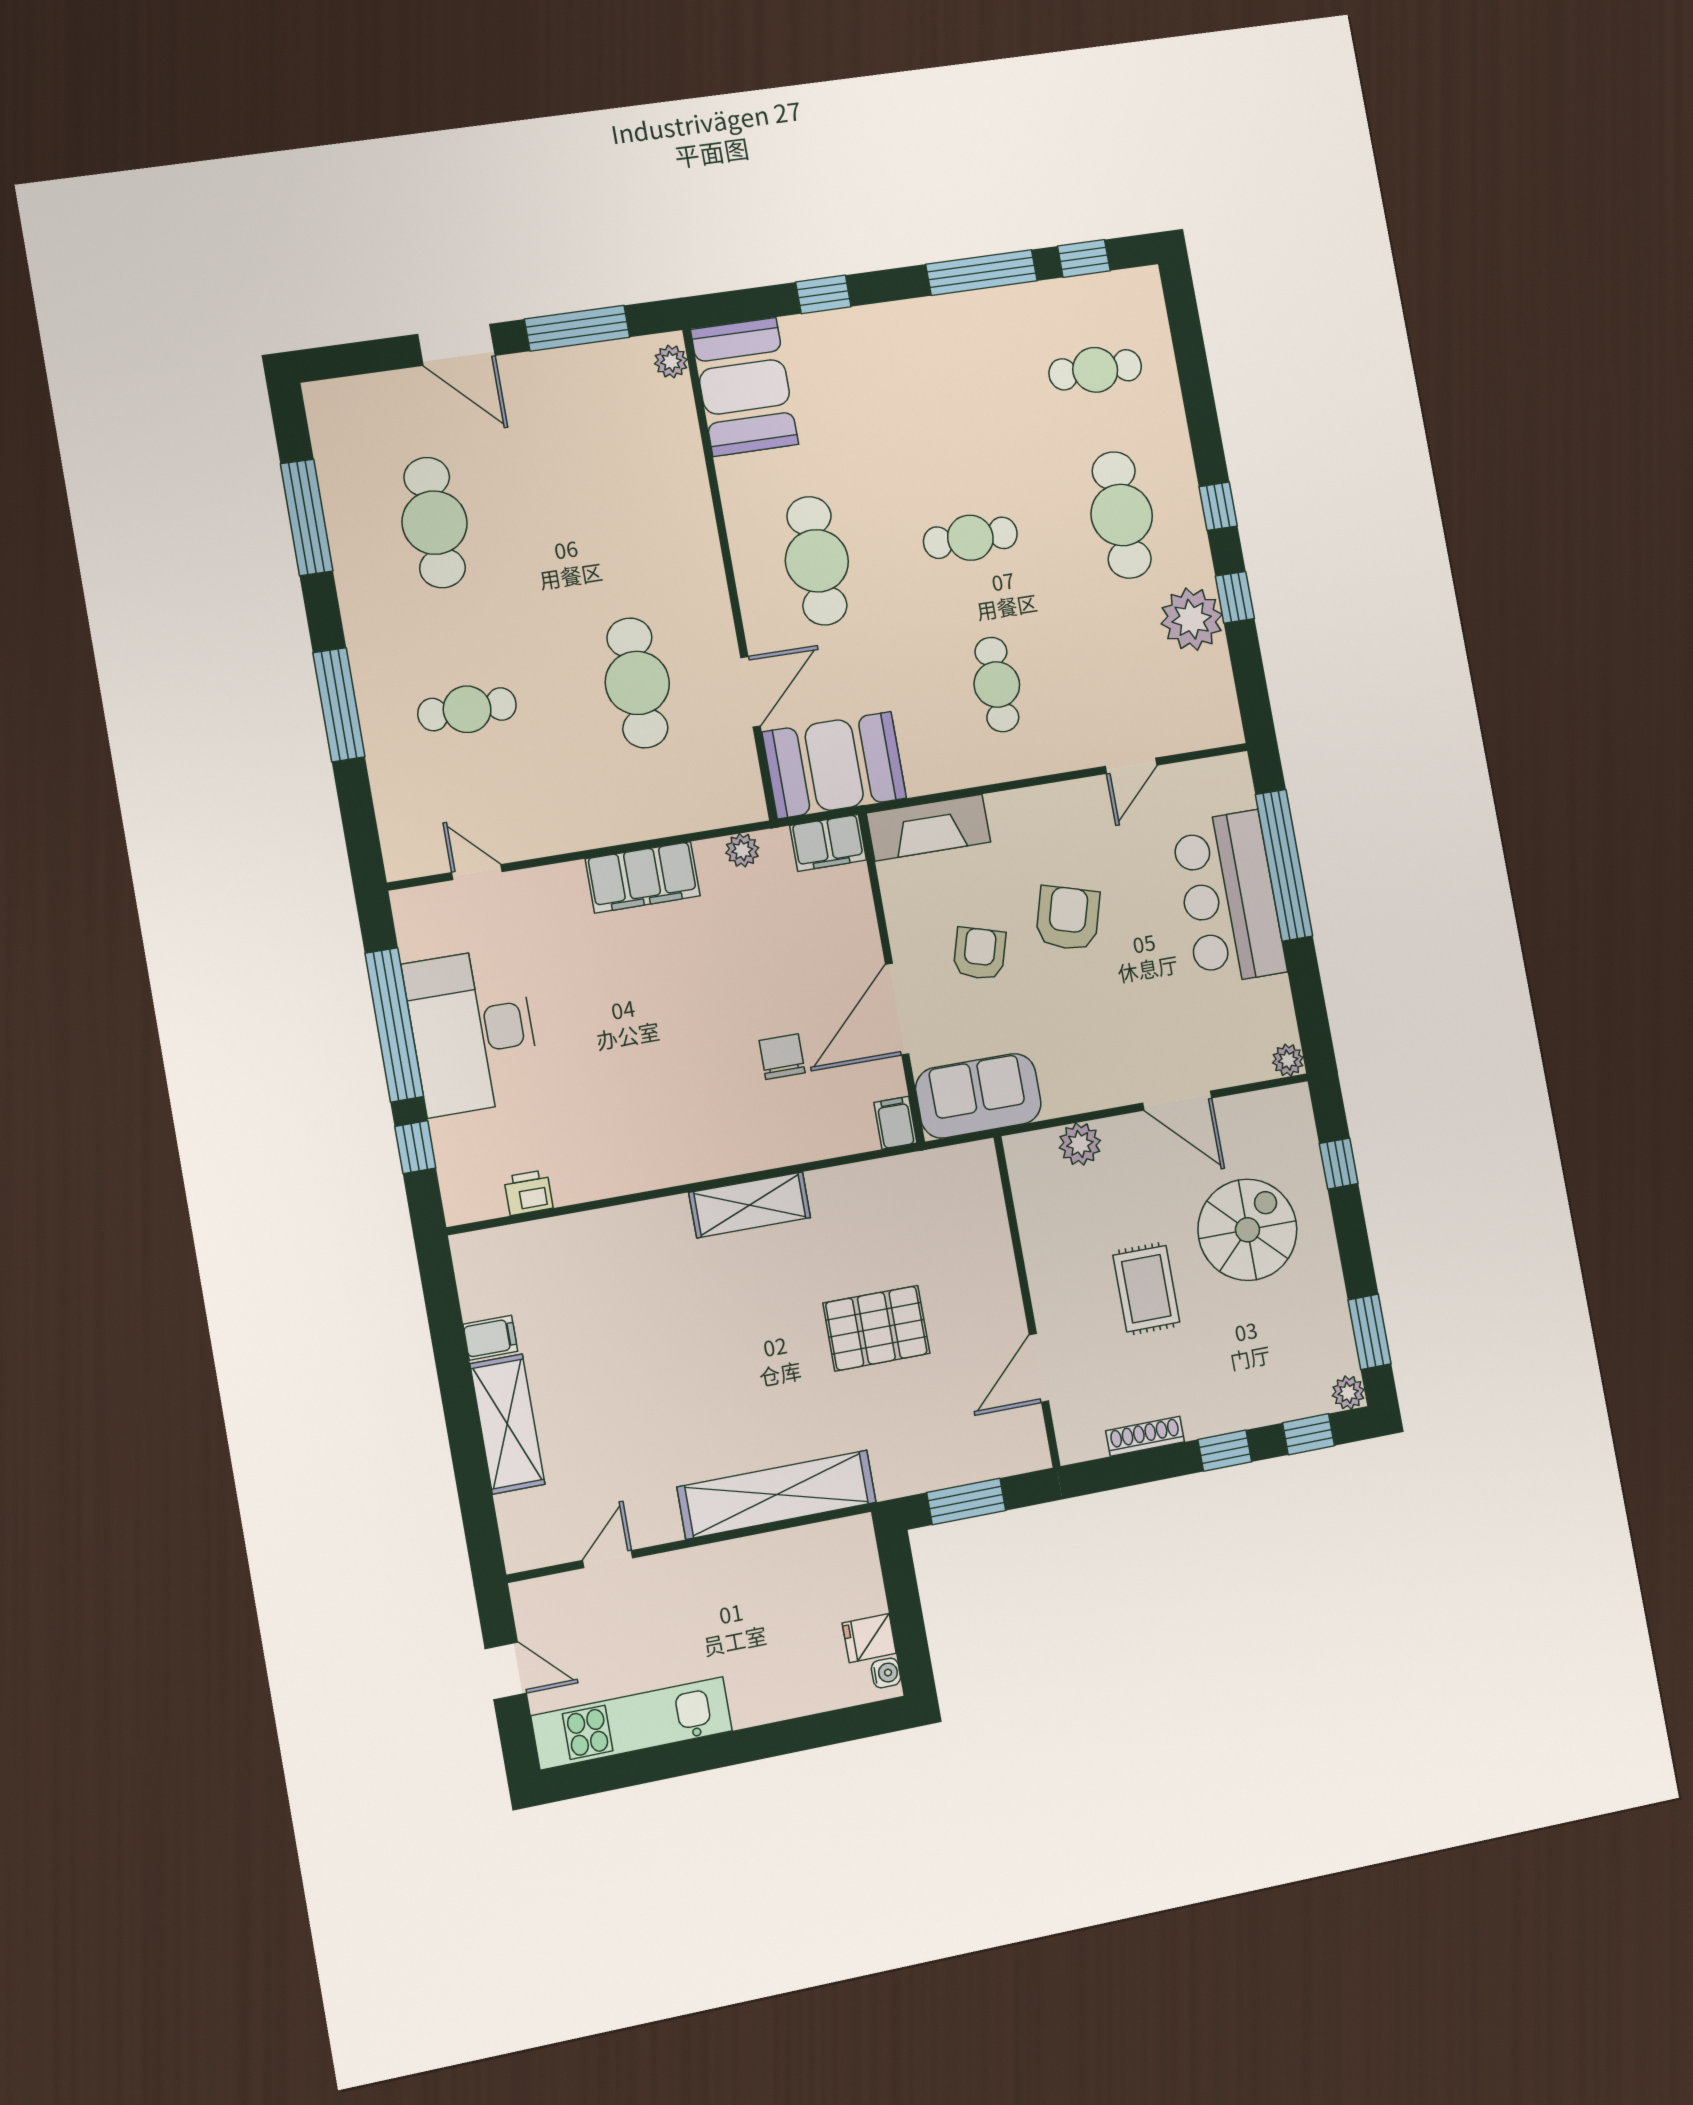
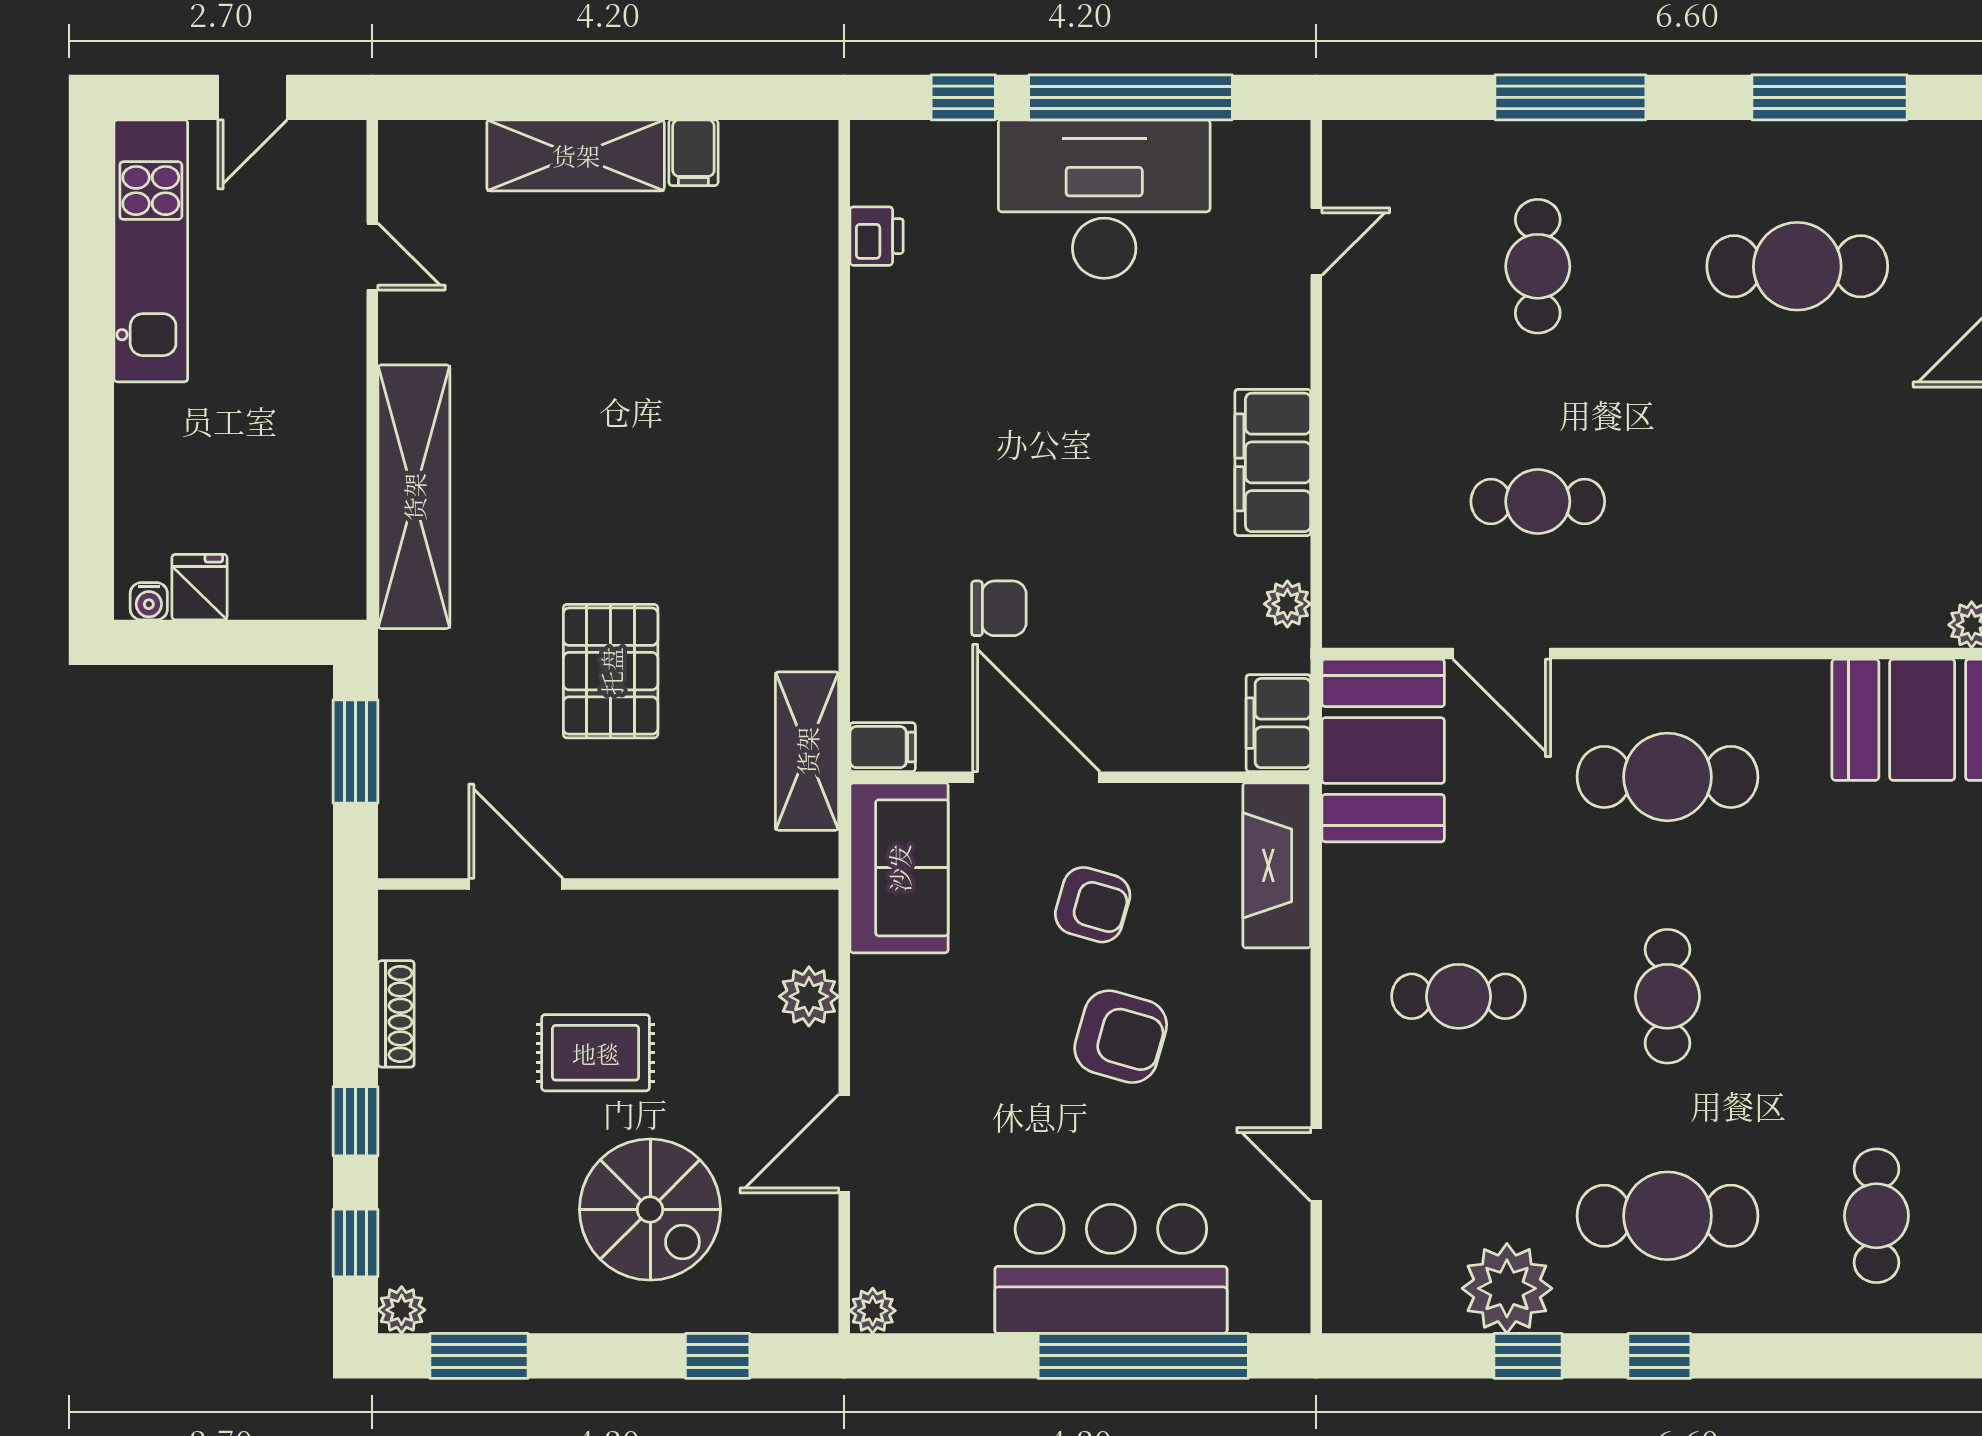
cafe table: (637, 683) -> (1538, 501), width x0.73, depth x0.74
shelving: (750, 1205) -> (807, 751), moved

